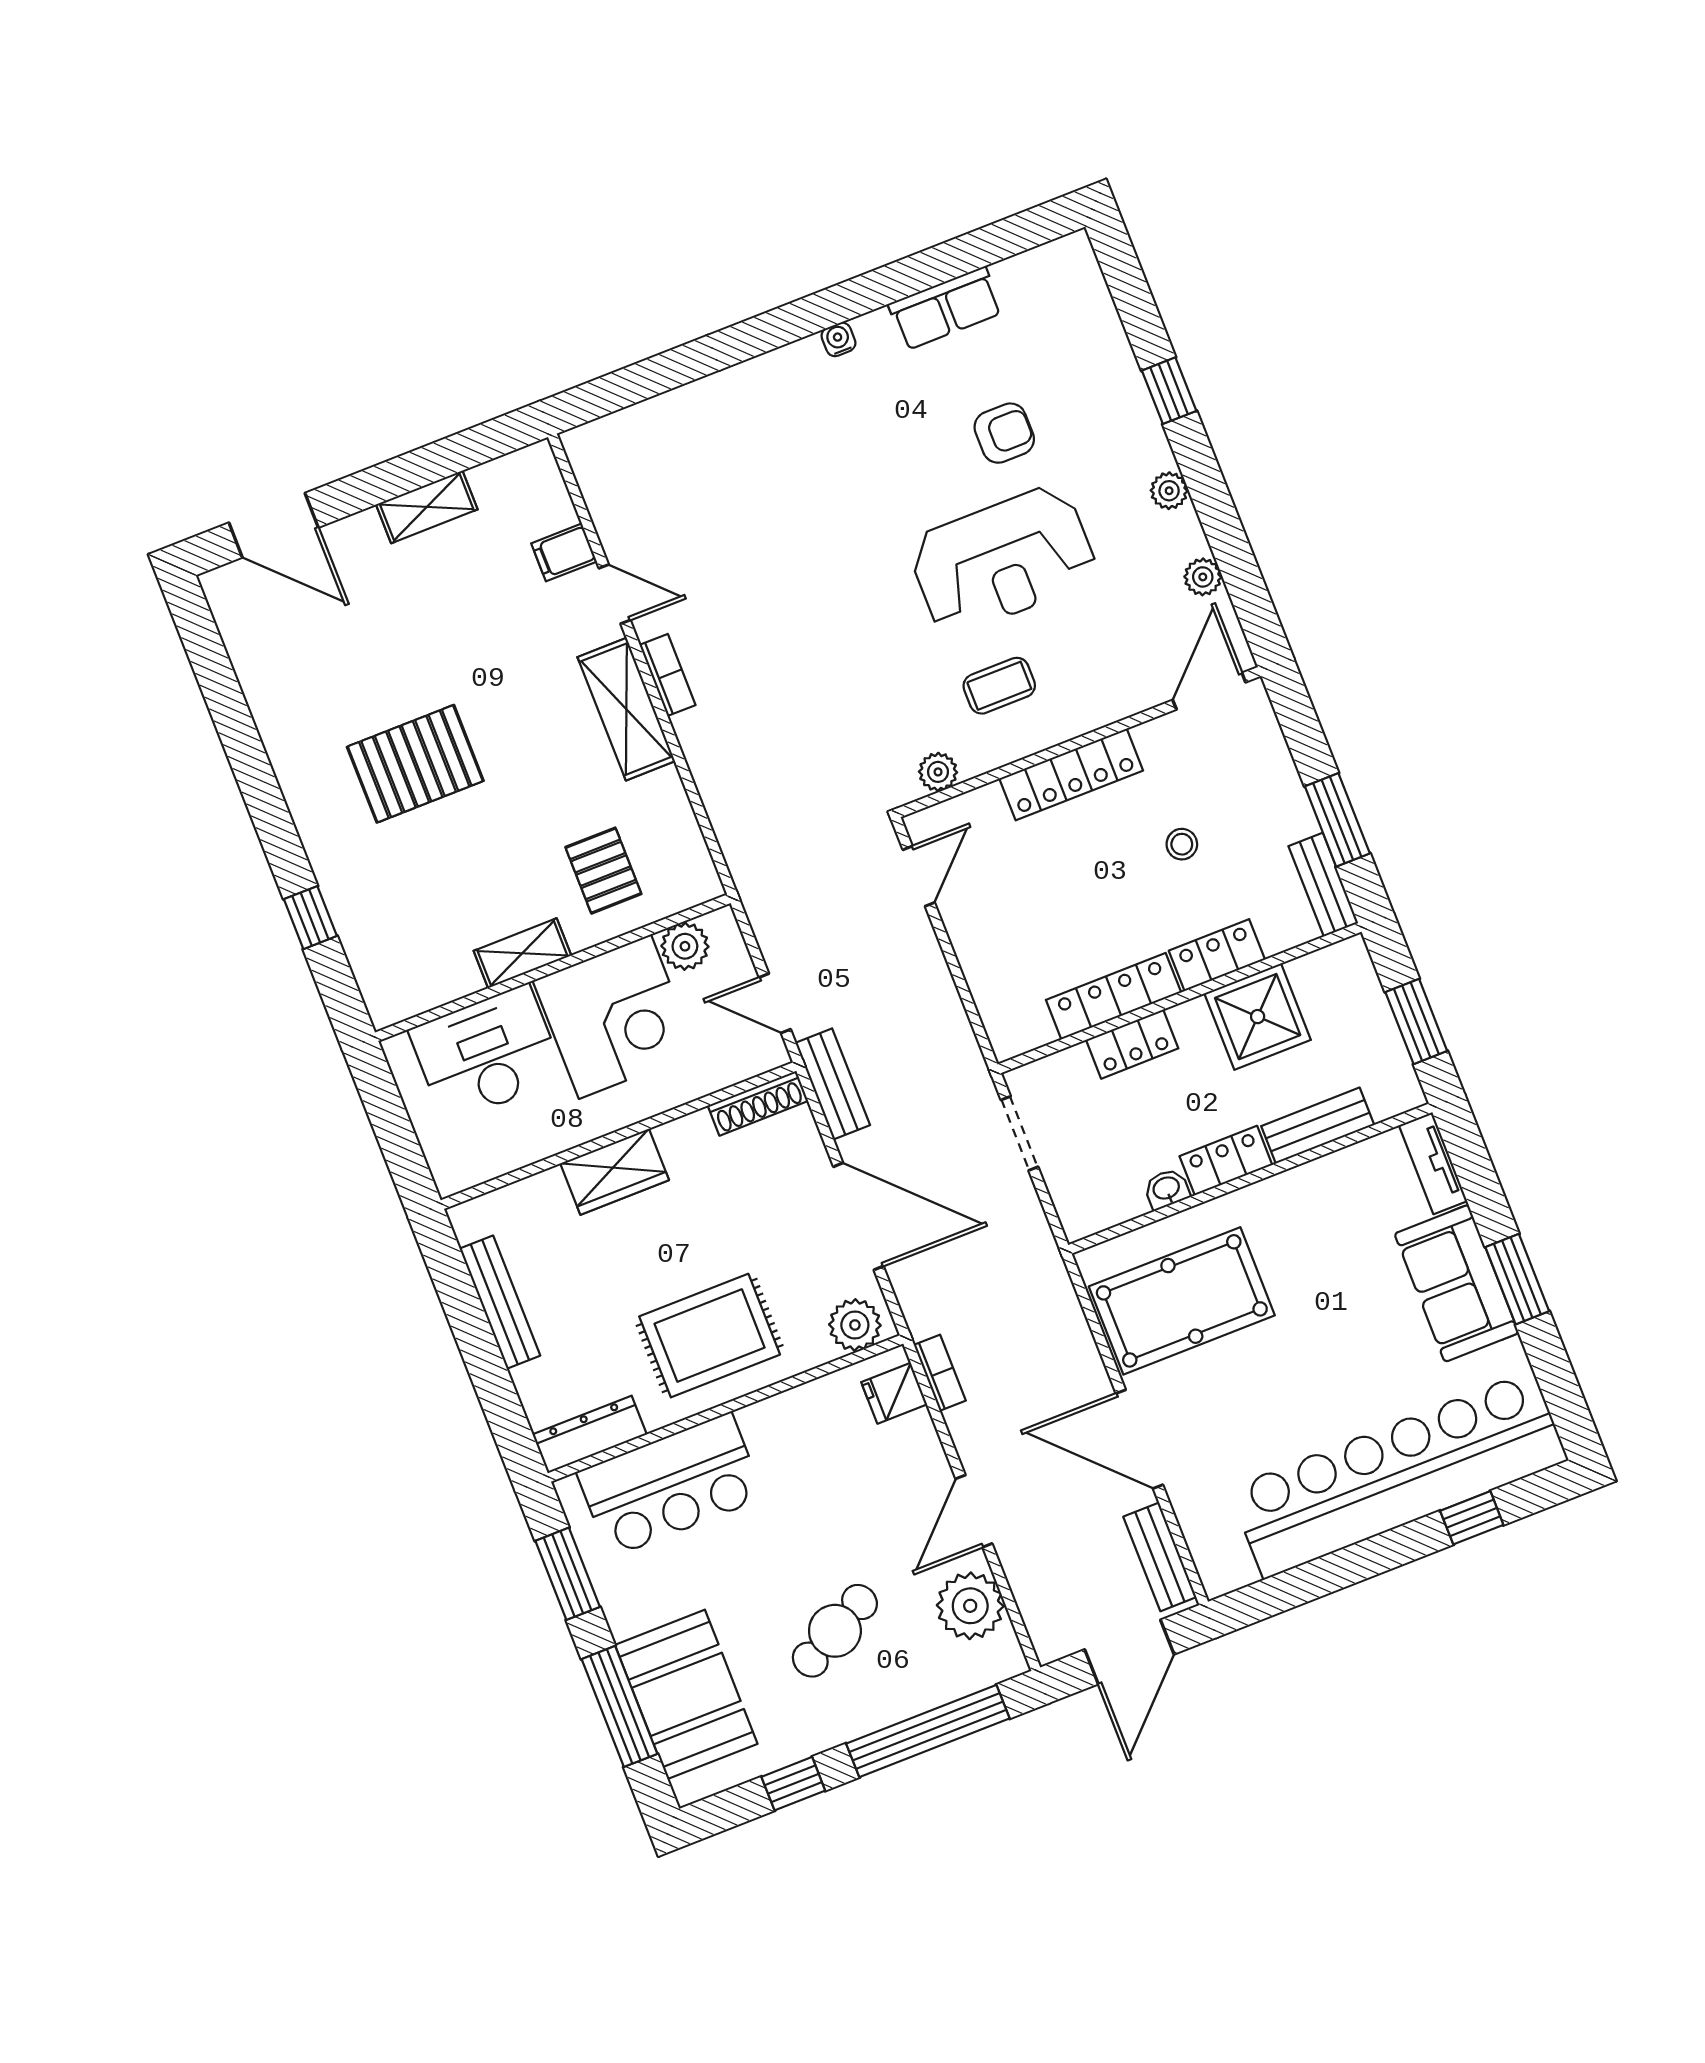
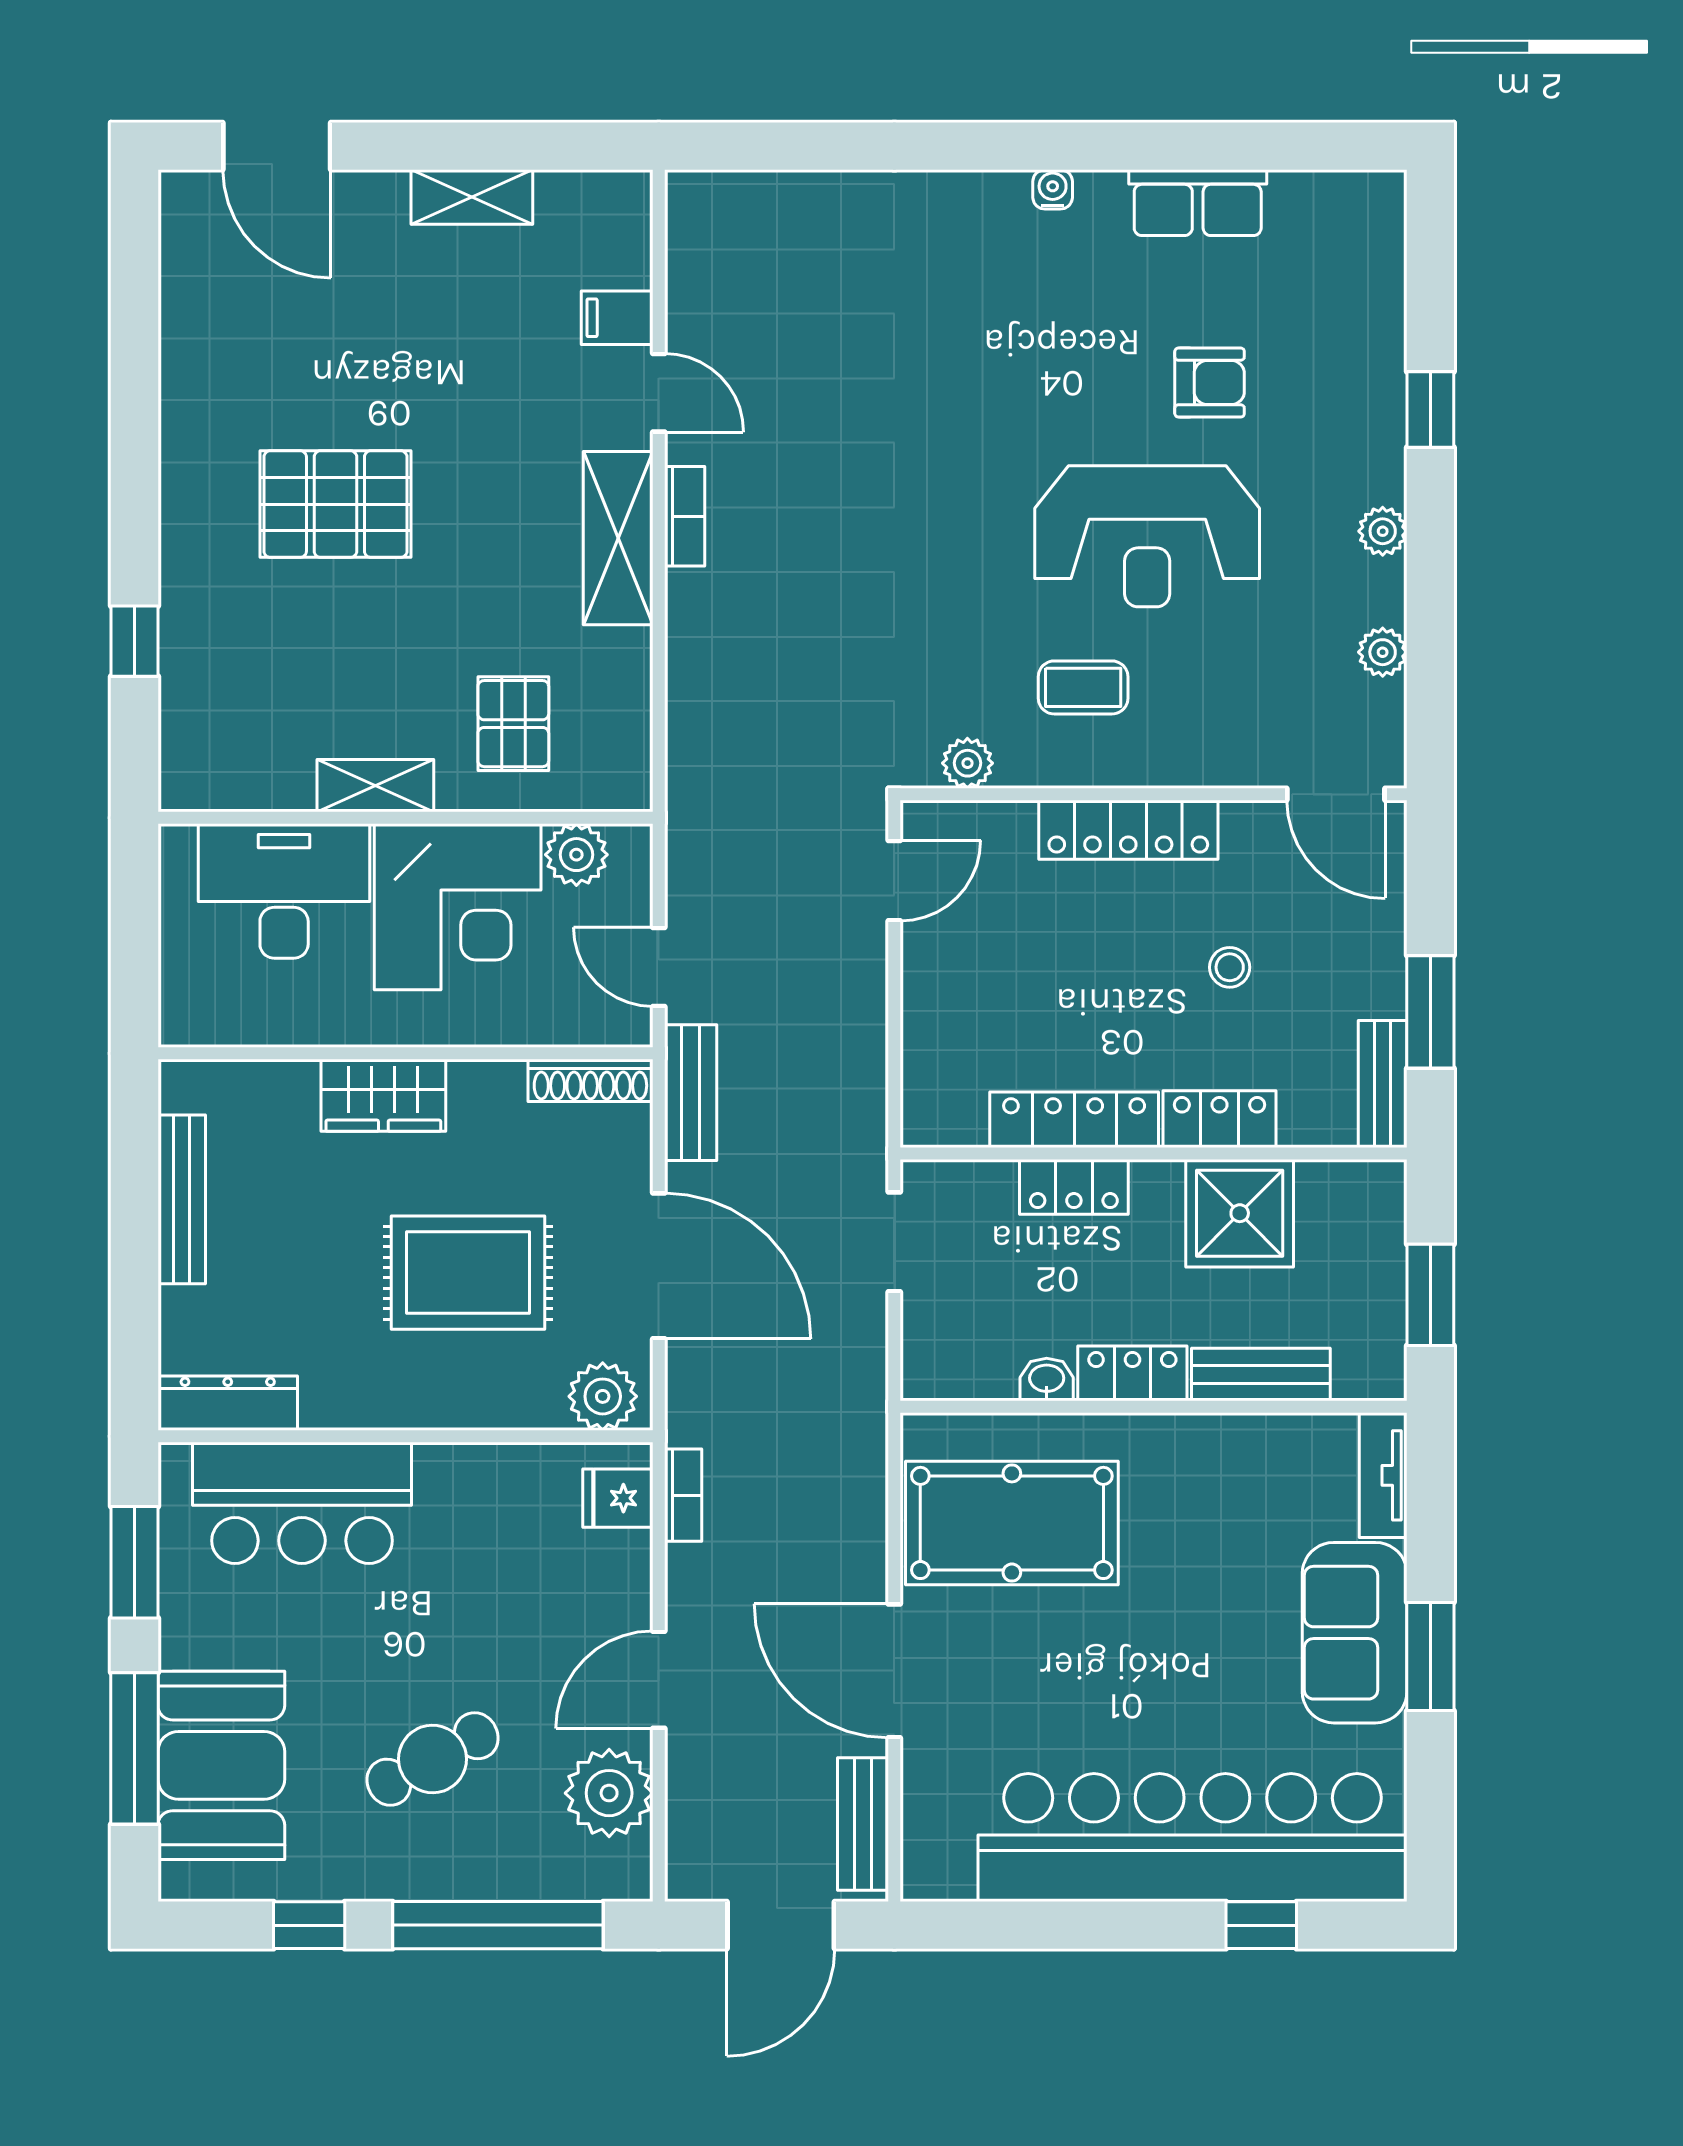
door: (1209, 691) -> (1336, 794), swing flipped
rug: (710, 1336) -> (468, 1273), moved

